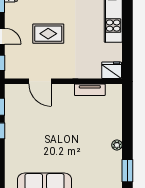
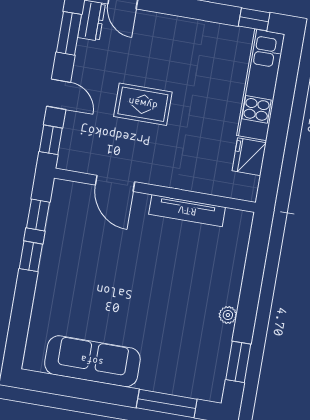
fridge: (112, 70) -> (249, 157), moved, turned -90
tv unit: (90, 90) -> (187, 211), width x1.41

